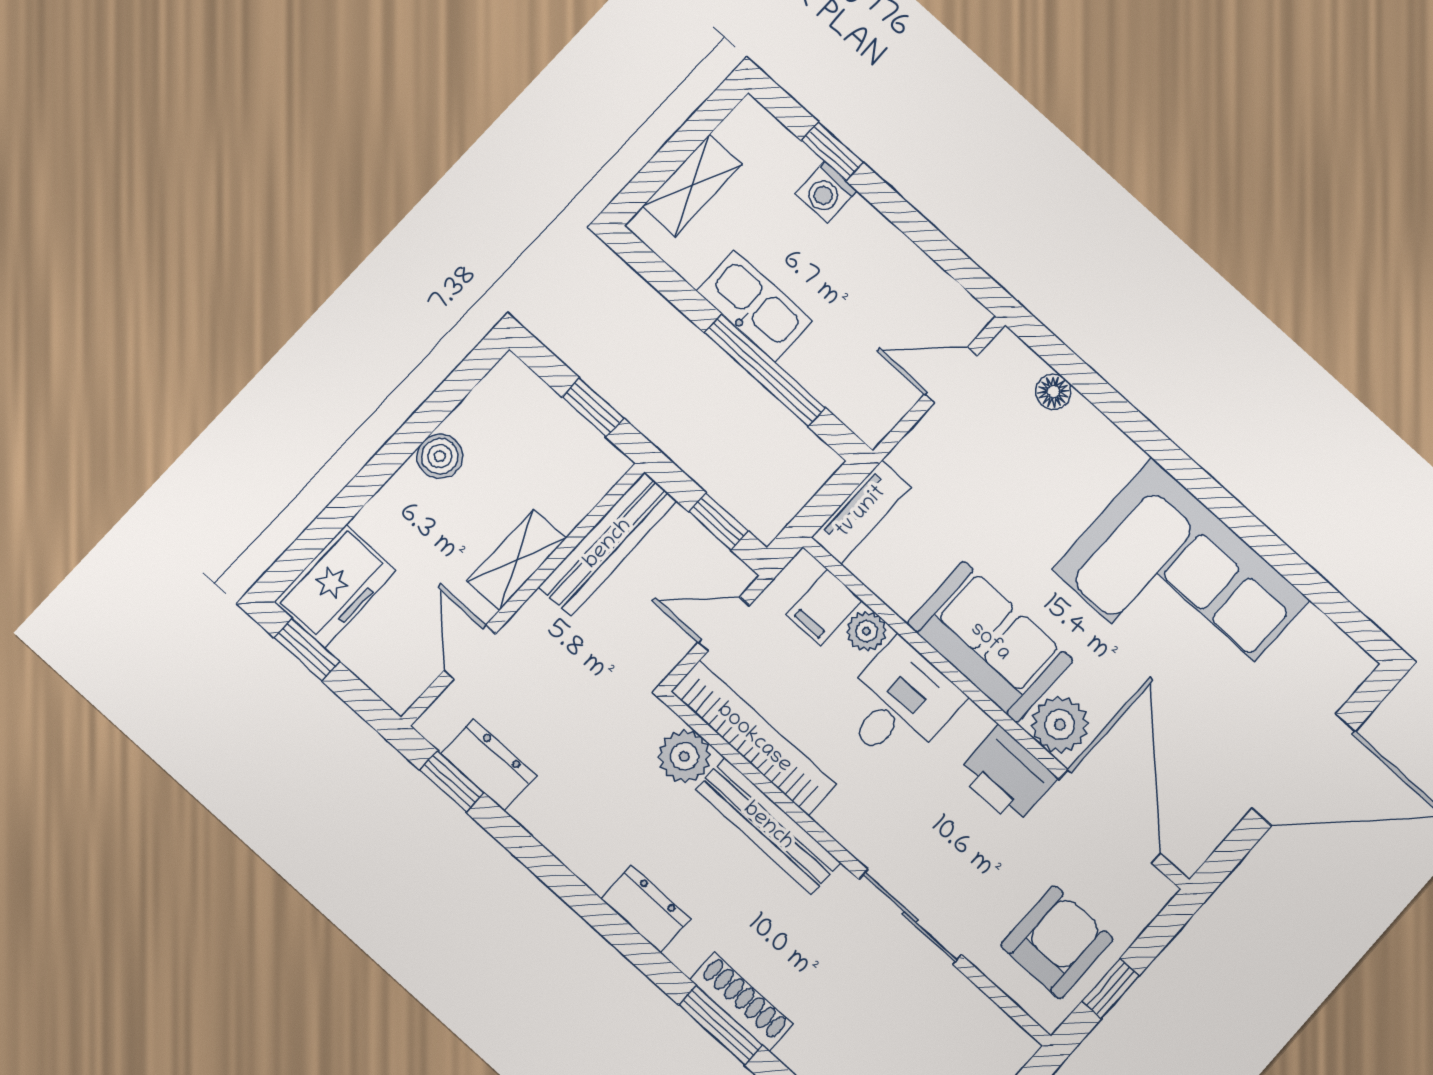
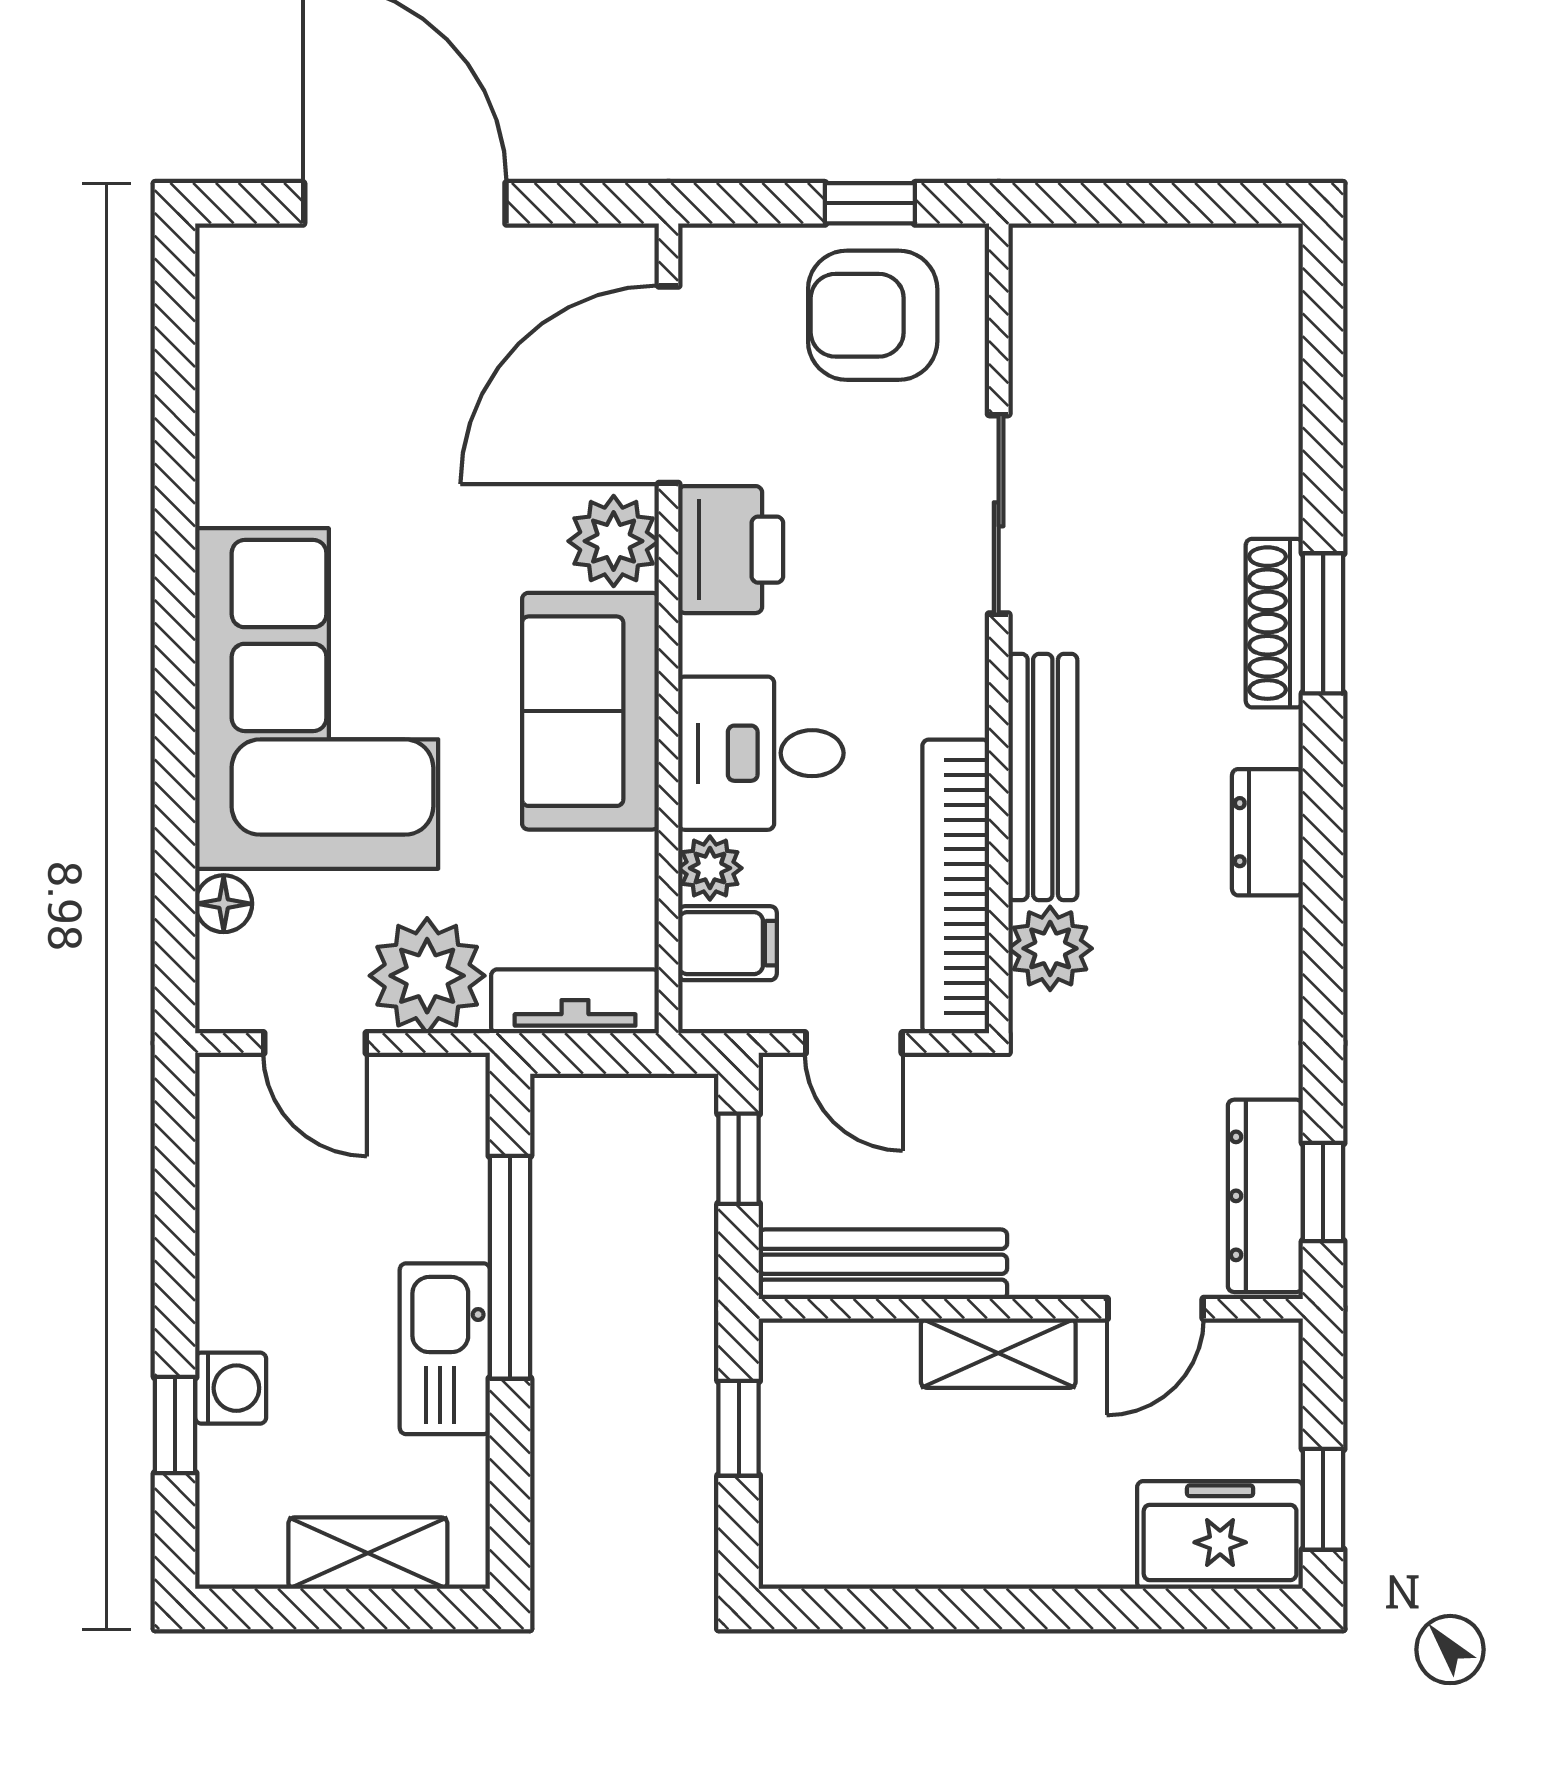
plant: (935, 455) -> (427, 976), added
boiler: (440, 456) -> (959, 1554), removed
corner sofa: (1181, 585) -> (317, 699), moved
dresser: (489, 765) -> (1265, 1196), width x1.44

